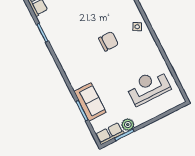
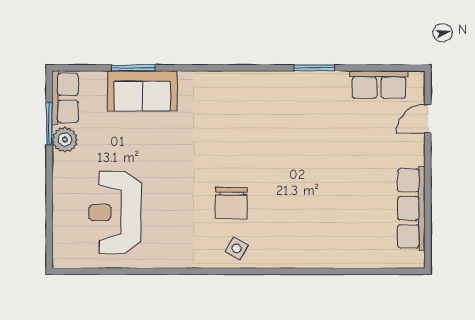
chair: (109, 41) -> (231, 203), moved
reception desk: (148, 87) -> (115, 212), turned 180

